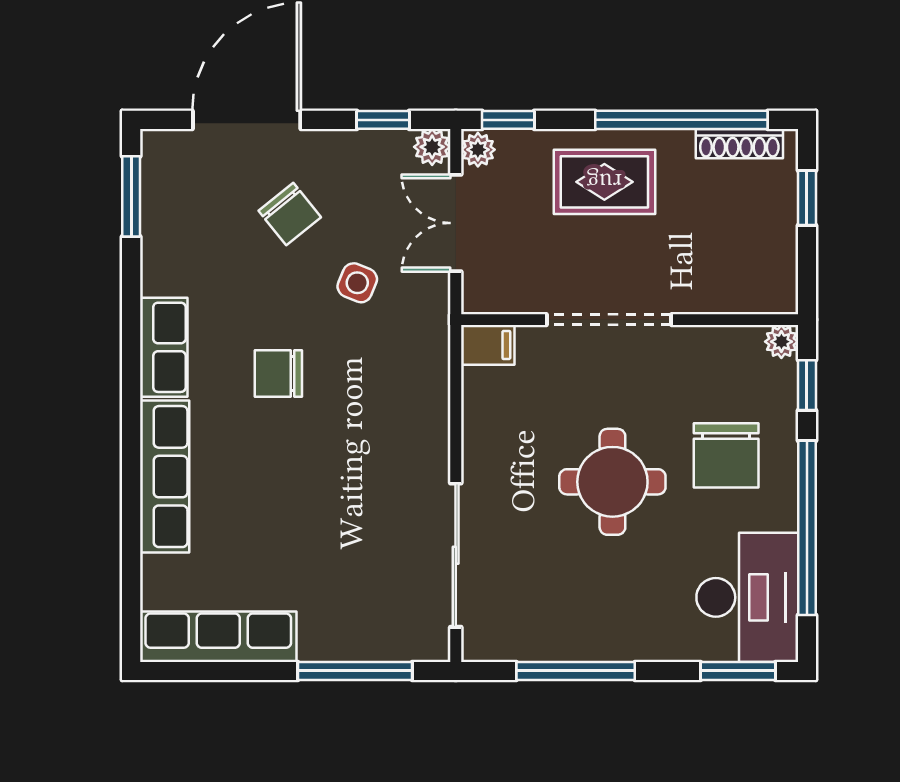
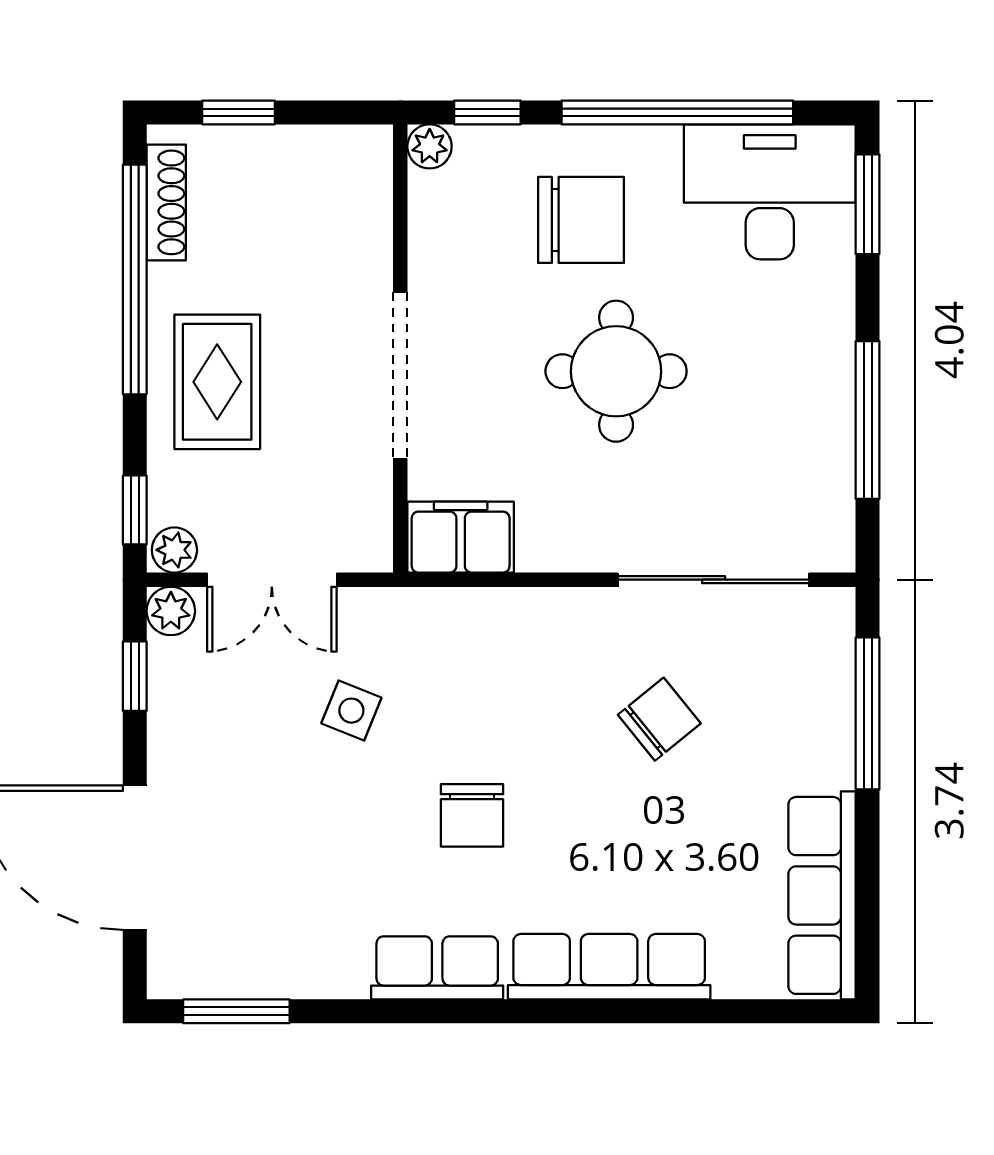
chair: (290, 214) -> (659, 719), moved
filing cabinet: (488, 345) -> (461, 537), width x2.00

